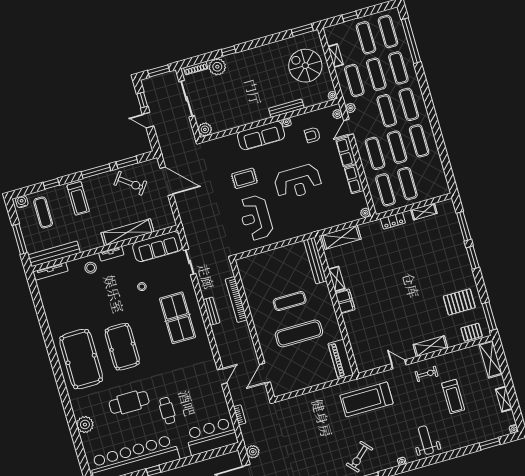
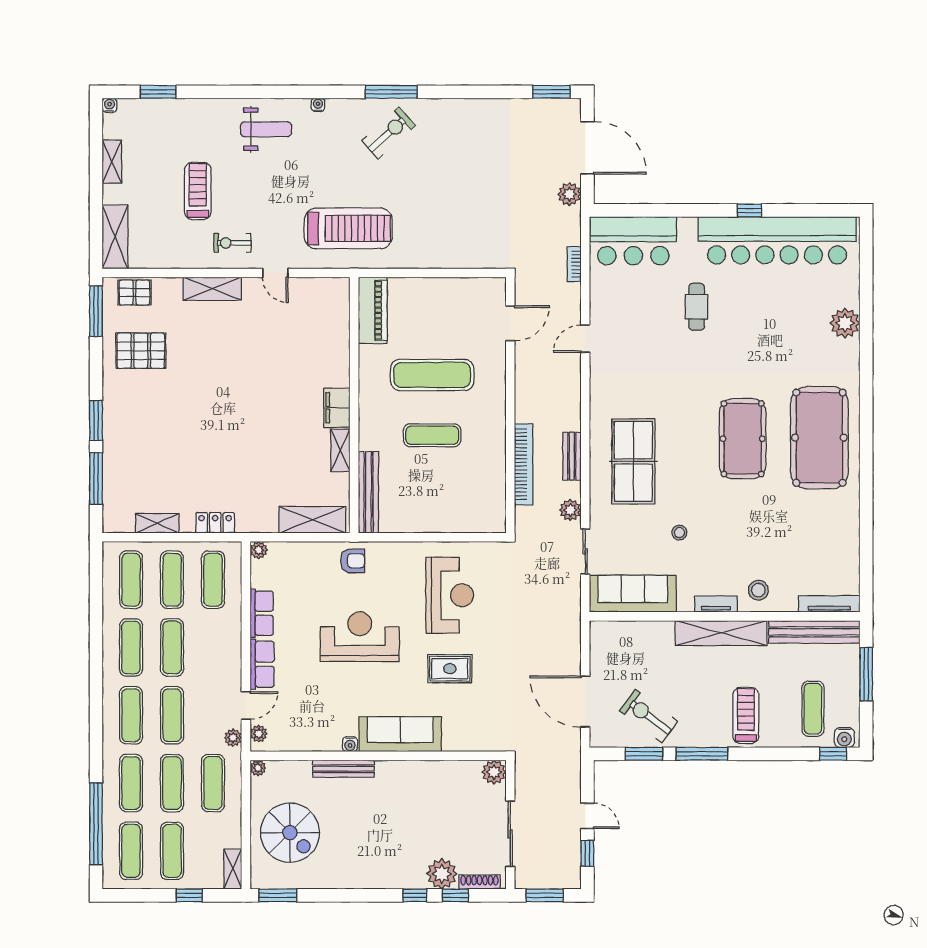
shelving: (336, 56) -> (233, 869), moved
window: (207, 57) -> (455, 895), added
armchair: (312, 135) -> (353, 561), moved
exercise mat: (375, 153) -> (131, 580), moved
window: (51, 184) -> (833, 754), moved
shelving: (127, 232) -> (721, 633), moved
plant: (204, 282) -> (570, 510), added
cafe table: (129, 402) -> (758, 340), removed
weight bench: (426, 440) -> (266, 129), turned -90

